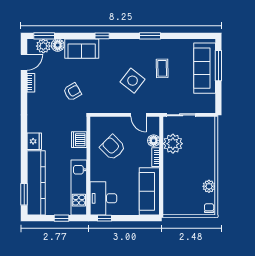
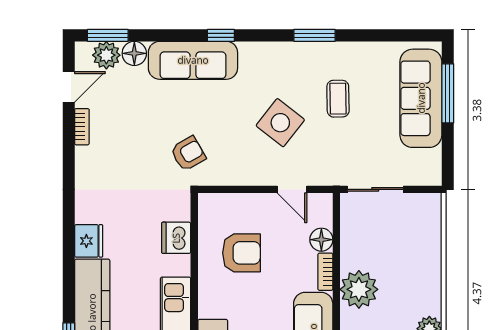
sofa: (82, 49) -> (193, 60), width x1.36
armchair: (72, 92) -> (188, 154), moved
plant: (173, 144) -> (359, 289), moved
armchair: (113, 147) -> (241, 253), turned 135

